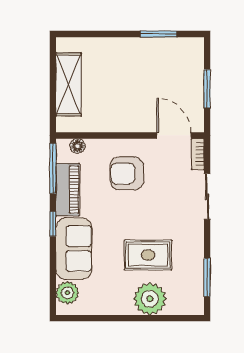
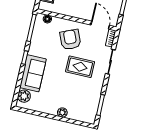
armchair: (127, 173) -> (70, 40), turned 67
piano: (68, 190) -> (37, 41), removed
rug: (148, 255) -> (80, 67), moved
plant: (150, 299) -> (62, 113), width x0.53, depth x0.53

